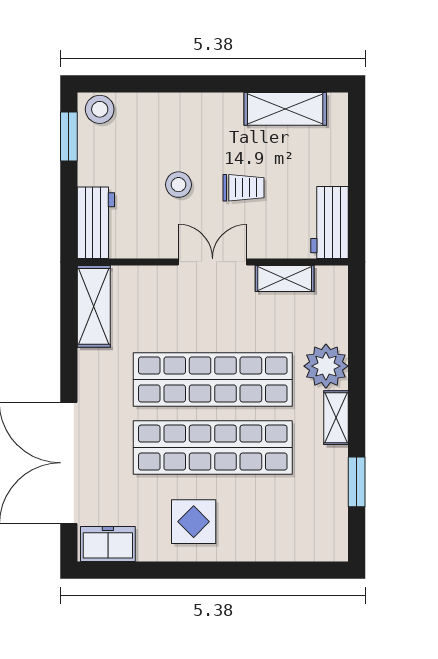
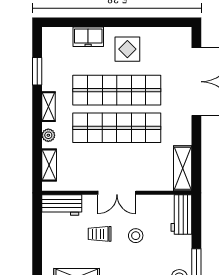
workbench: (330, 222) -> (62, 205), moved, turned 90
shelving: (285, 279) -> (49, 165), moved, turned 90
plant: (326, 366) -> (48, 135), width x0.53, depth x0.53
freezer: (108, 544) -> (88, 37), moved

